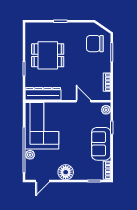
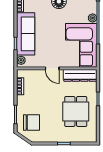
dining table: (48, 55) -> (76, 111), turned 90
door: (84, 101) -> (52, 68), moved
sofa: (101, 144) -> (26, 34), width x1.36

